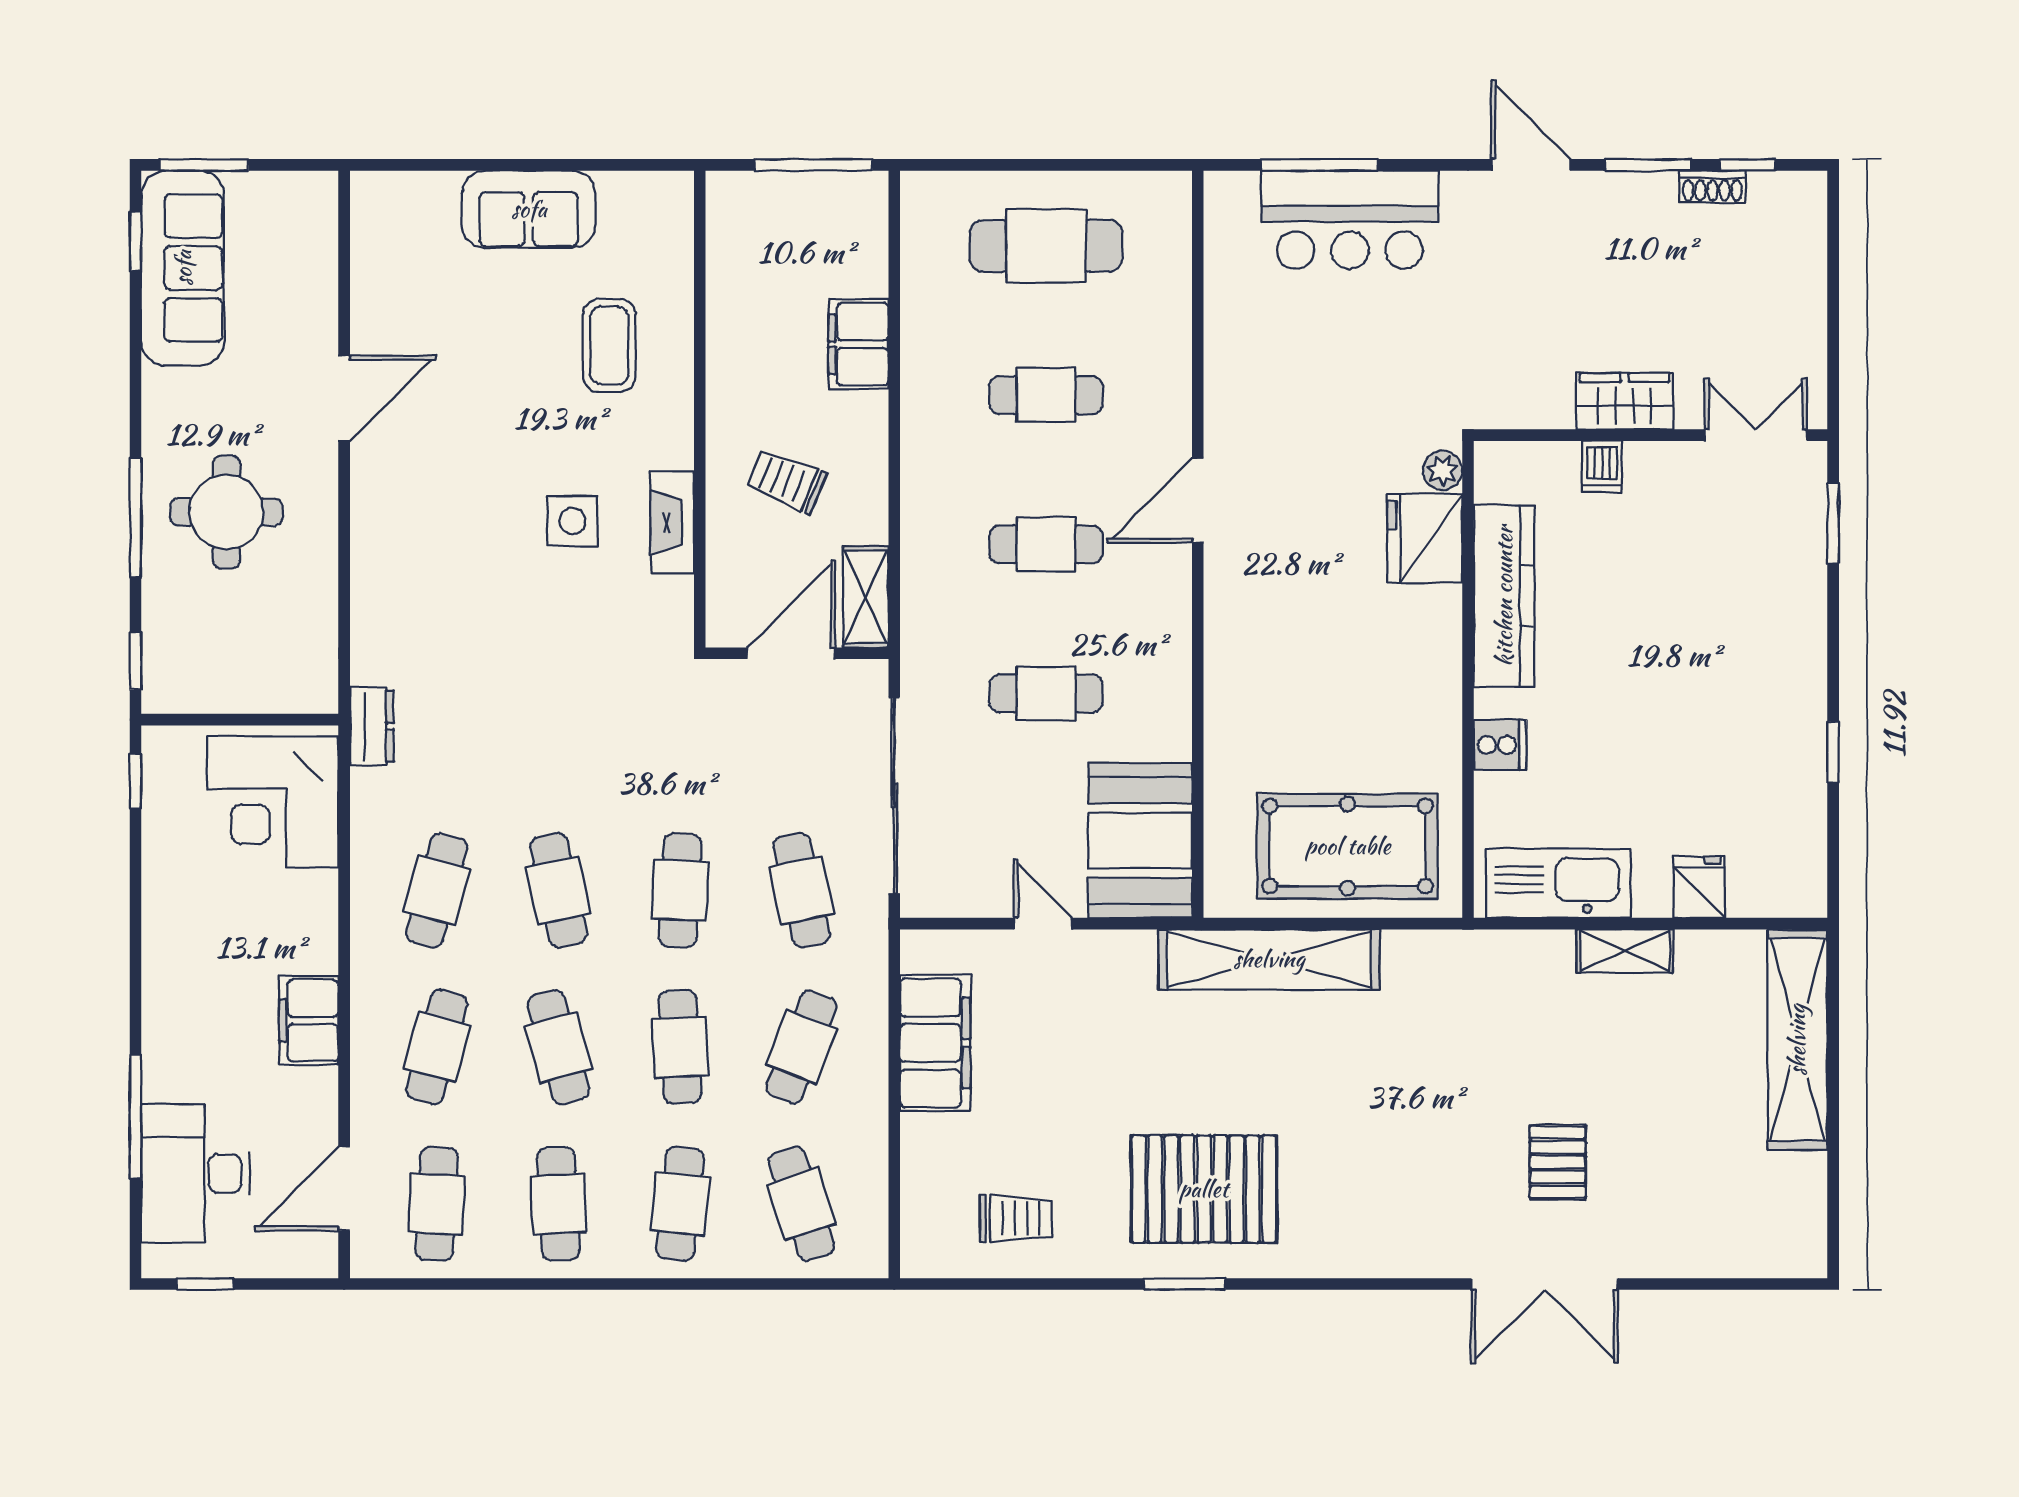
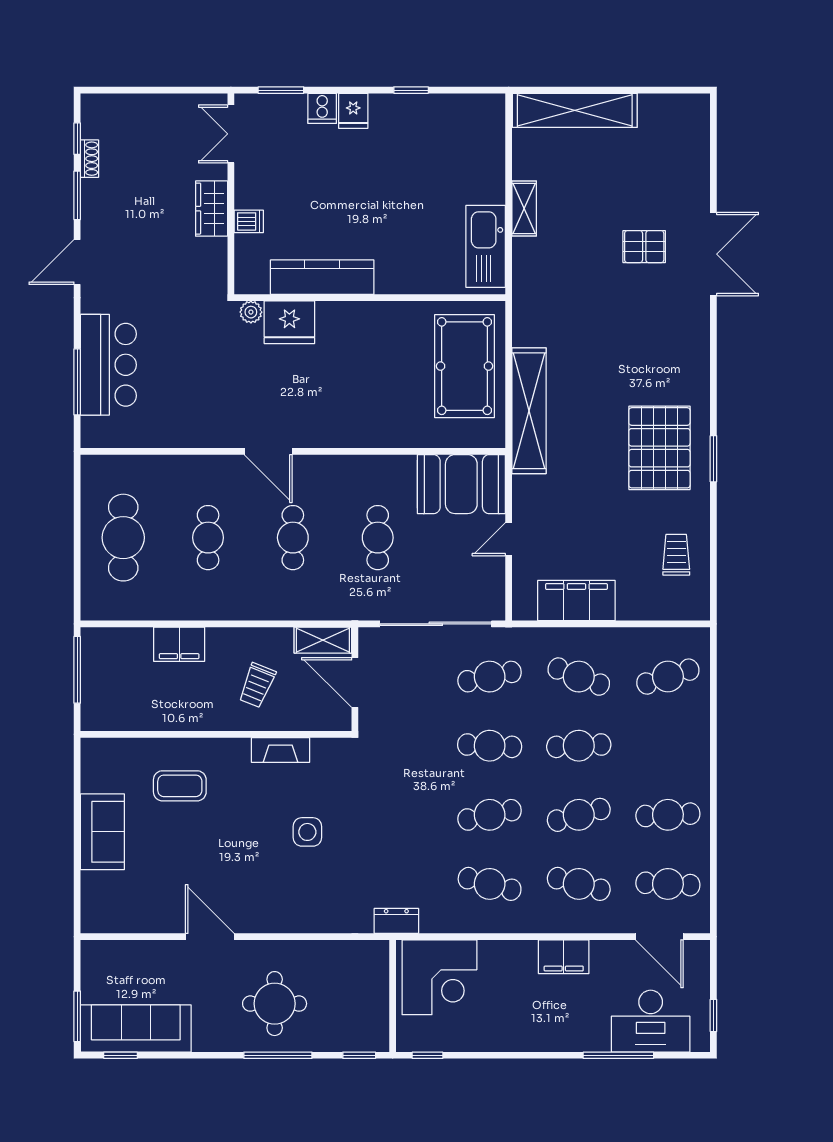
side table: (572, 521) -> (307, 832), moved
cooker: (1500, 745) -> (322, 108), moved, turned 180
fridge: (1699, 887) -> (353, 111), moved, turned -90
cafe table: (680, 1204) -> (668, 746), removed

